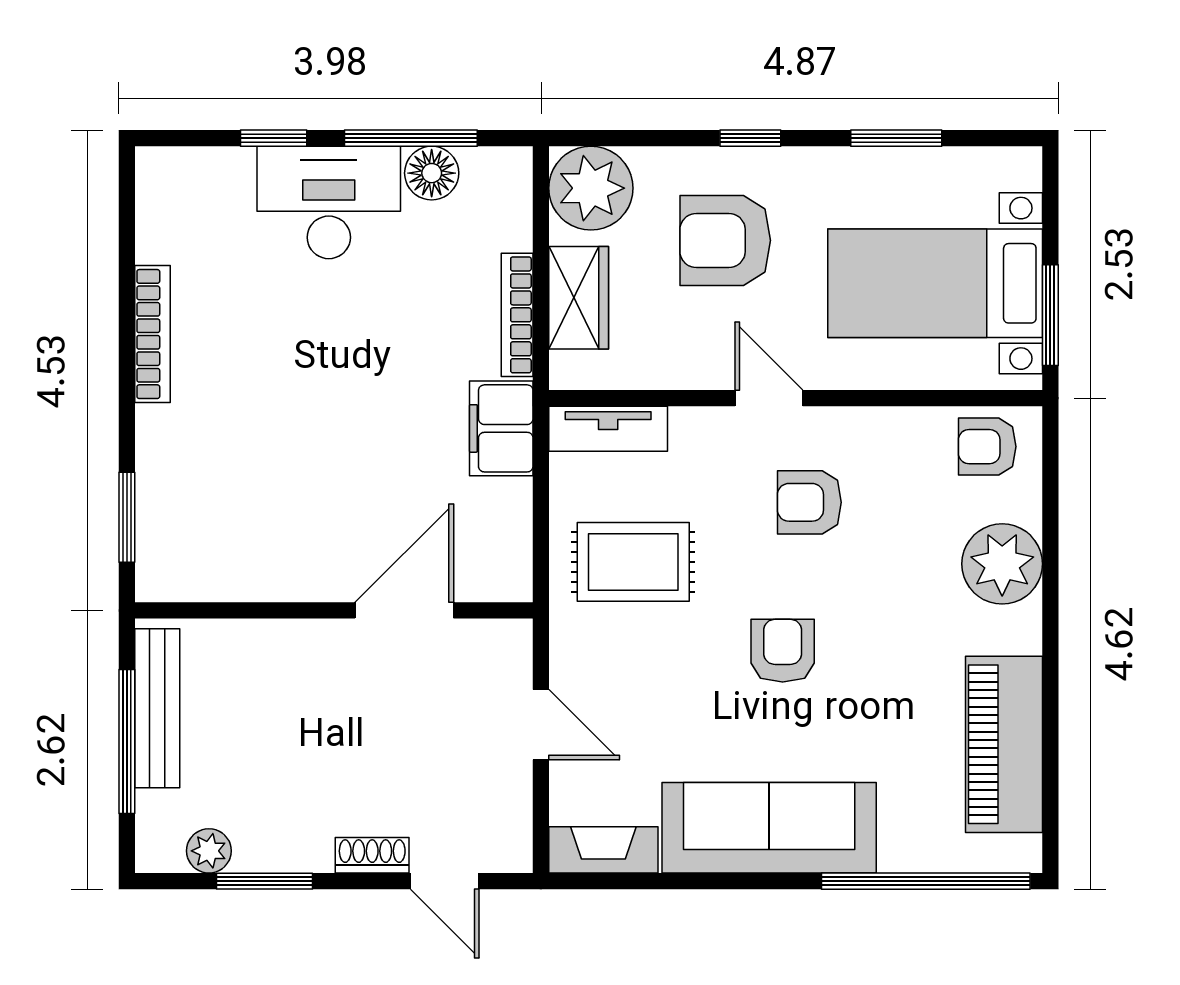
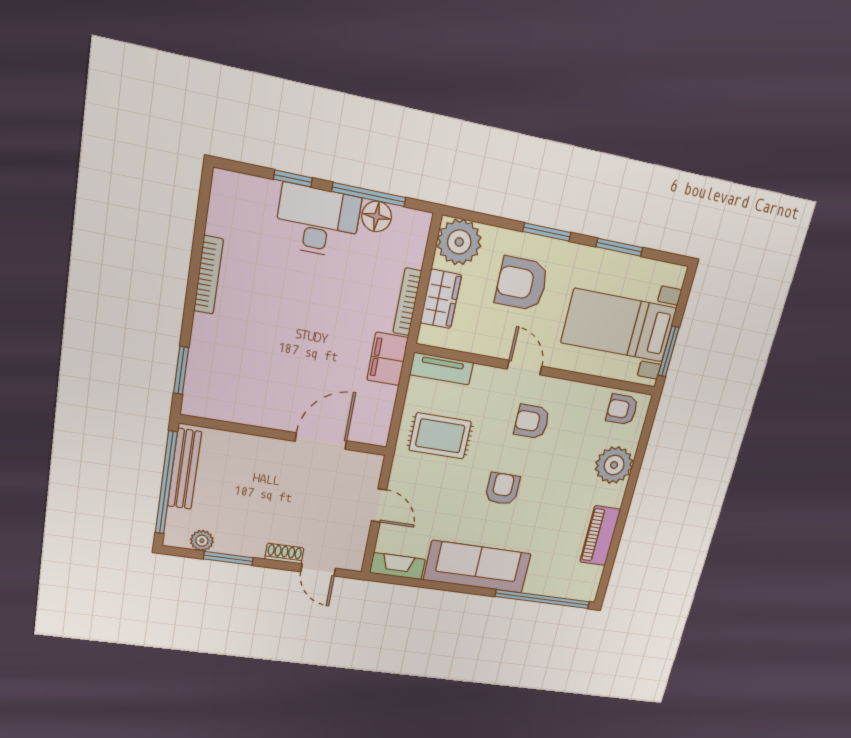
window: (750, 138) -> (547, 232), width x1.50
window: (127, 742) -> (166, 483), width x1.46
piano: (1004, 744) -> (600, 536), width x0.73, depth x0.75

